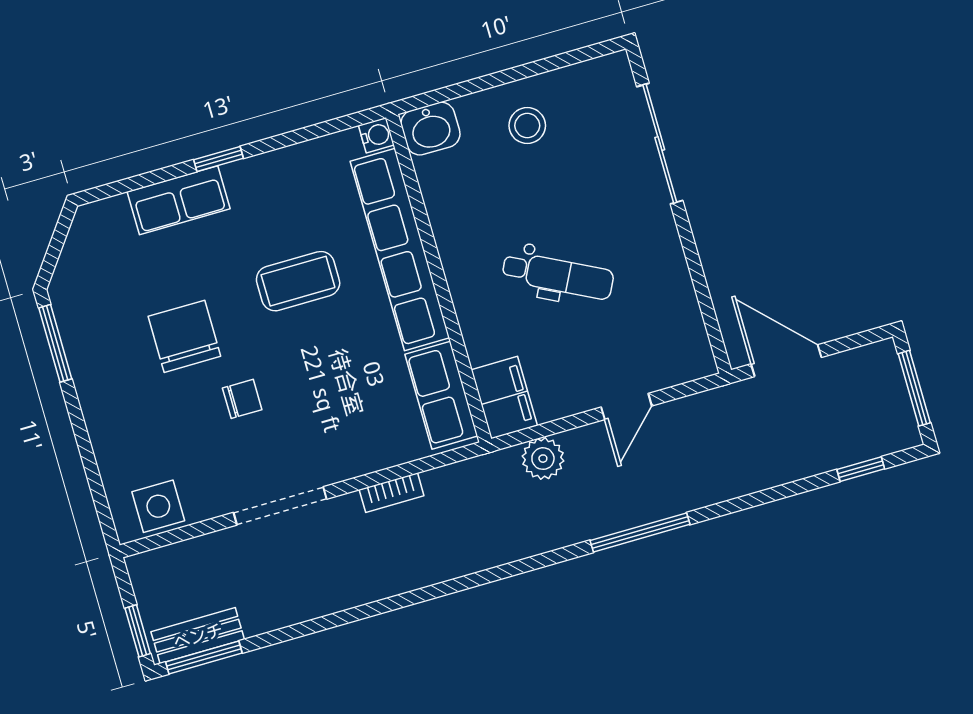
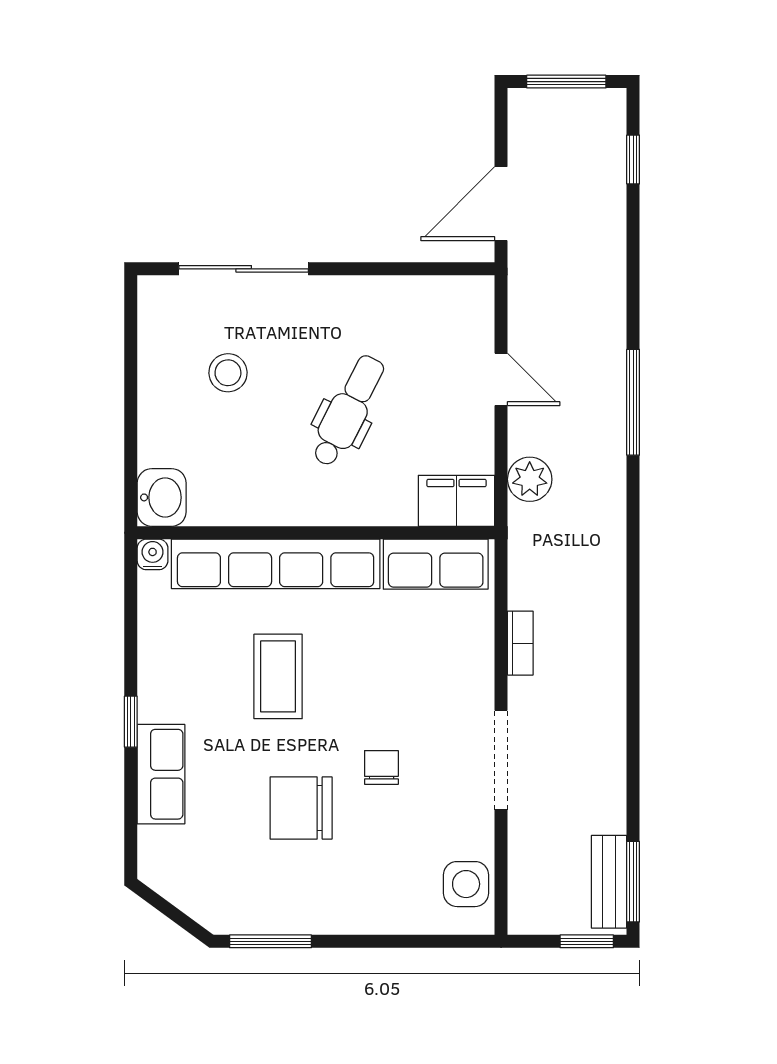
stool: (527, 126) -> (228, 373), moved

